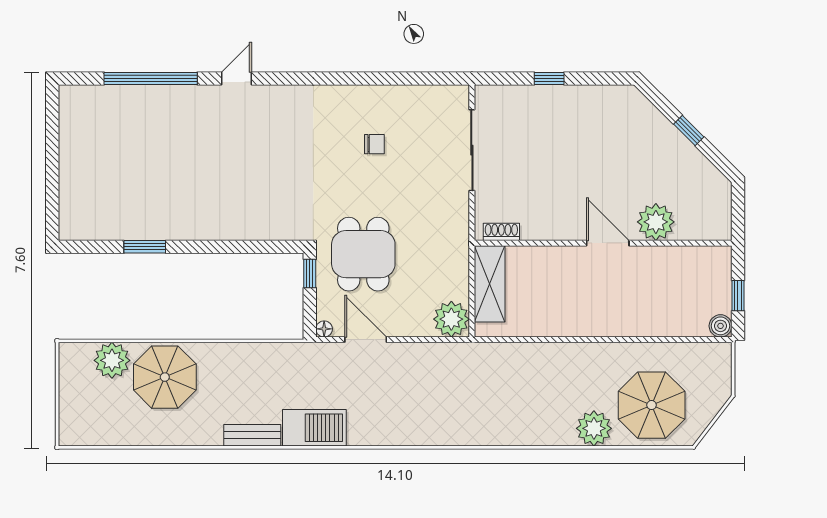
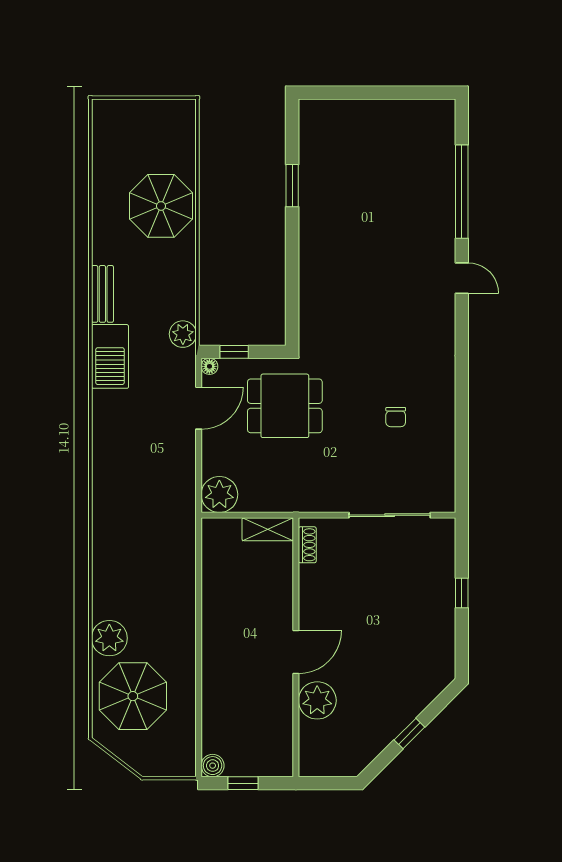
window: (310, 273) -> (234, 352), moved
shelving: (490, 284) -> (268, 529), width x0.67, depth x0.75
plant: (112, 360) -> (183, 334), moved, width x0.73, depth x0.73

